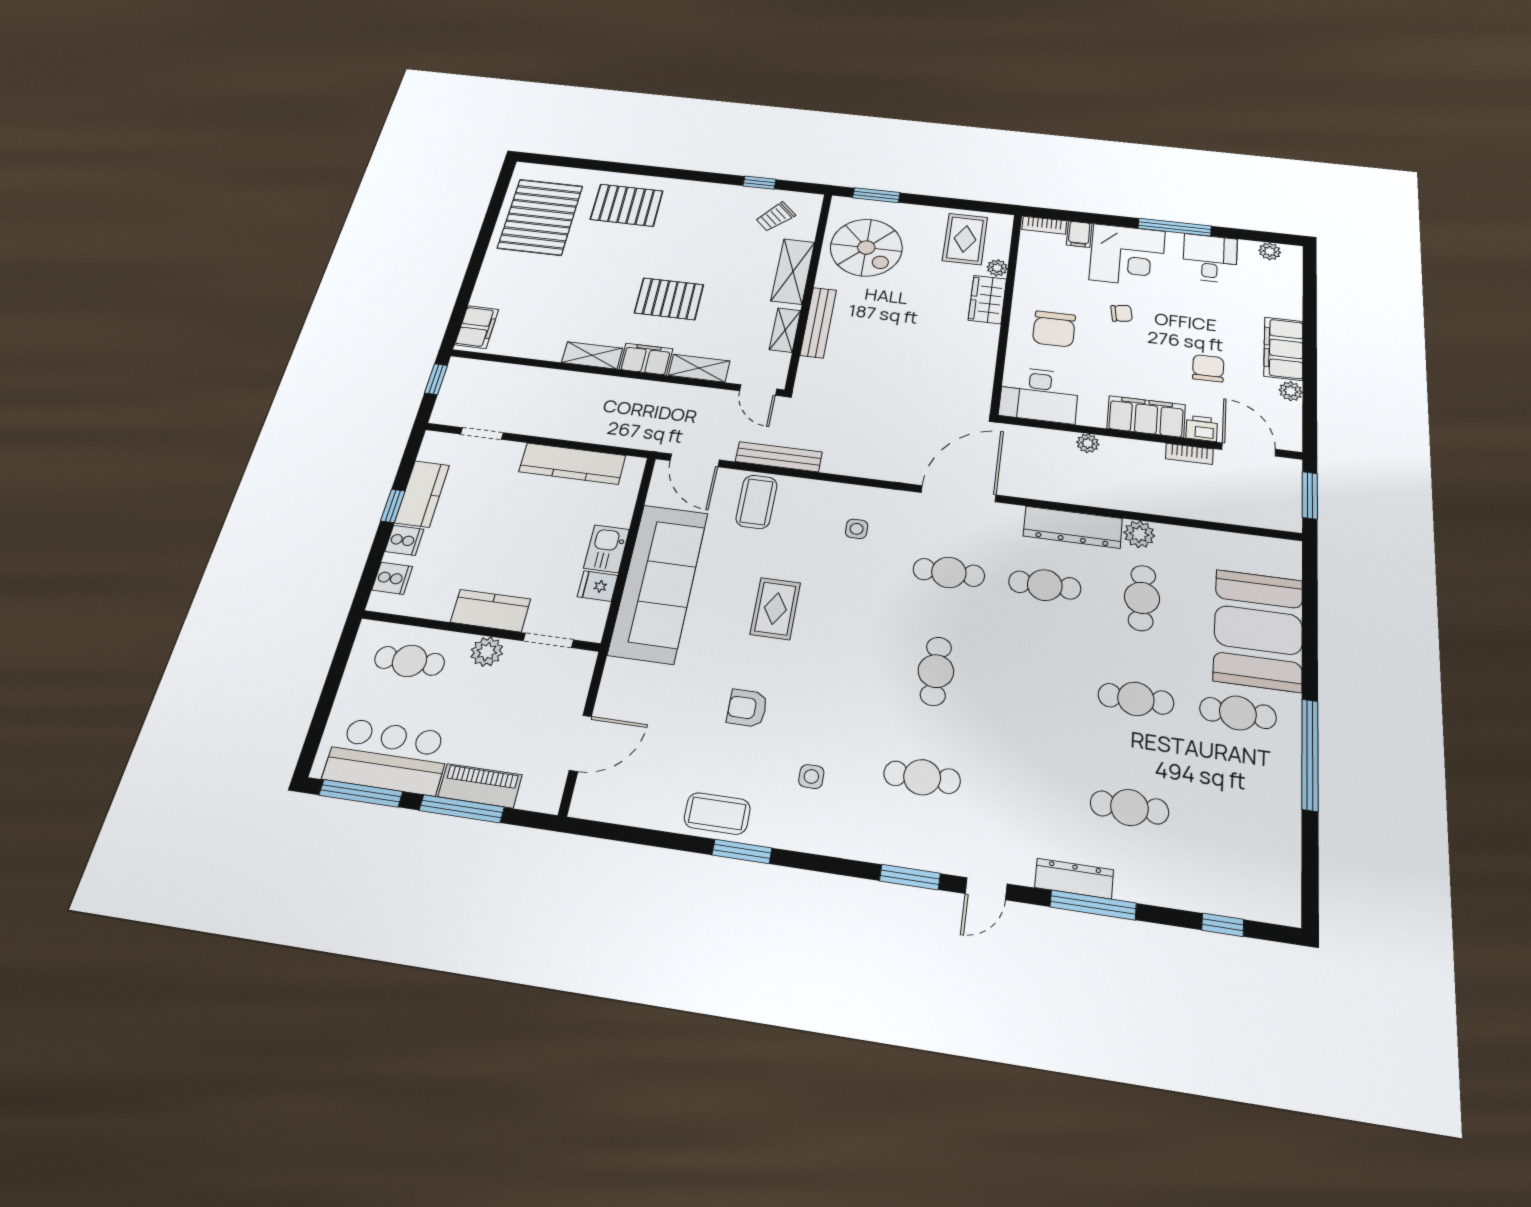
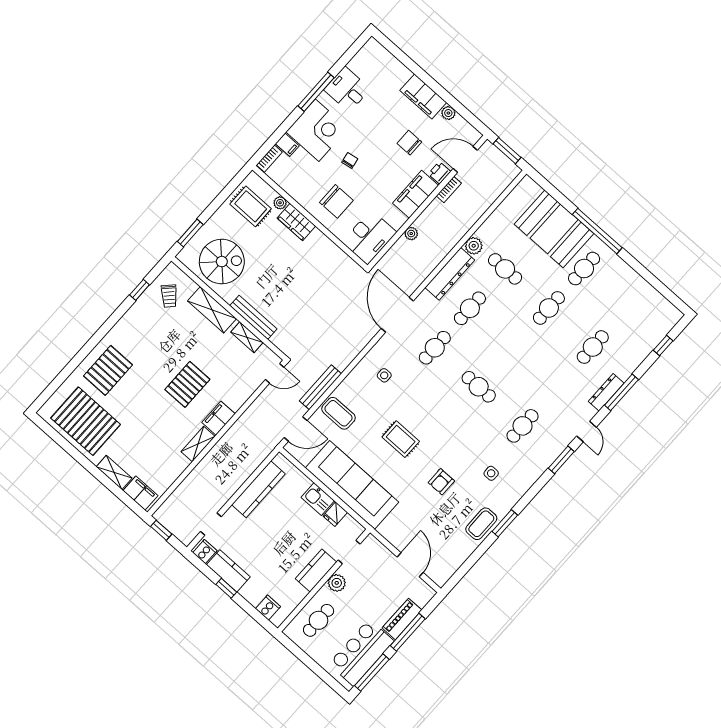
plant: (1270, 251) -> (363, 55), removed
shelving: (699, 368) -> (114, 472), moved, turned 90
cooker: (404, 540) -> (205, 552), moved
window: (1310, 754) -> (597, 231), moved

